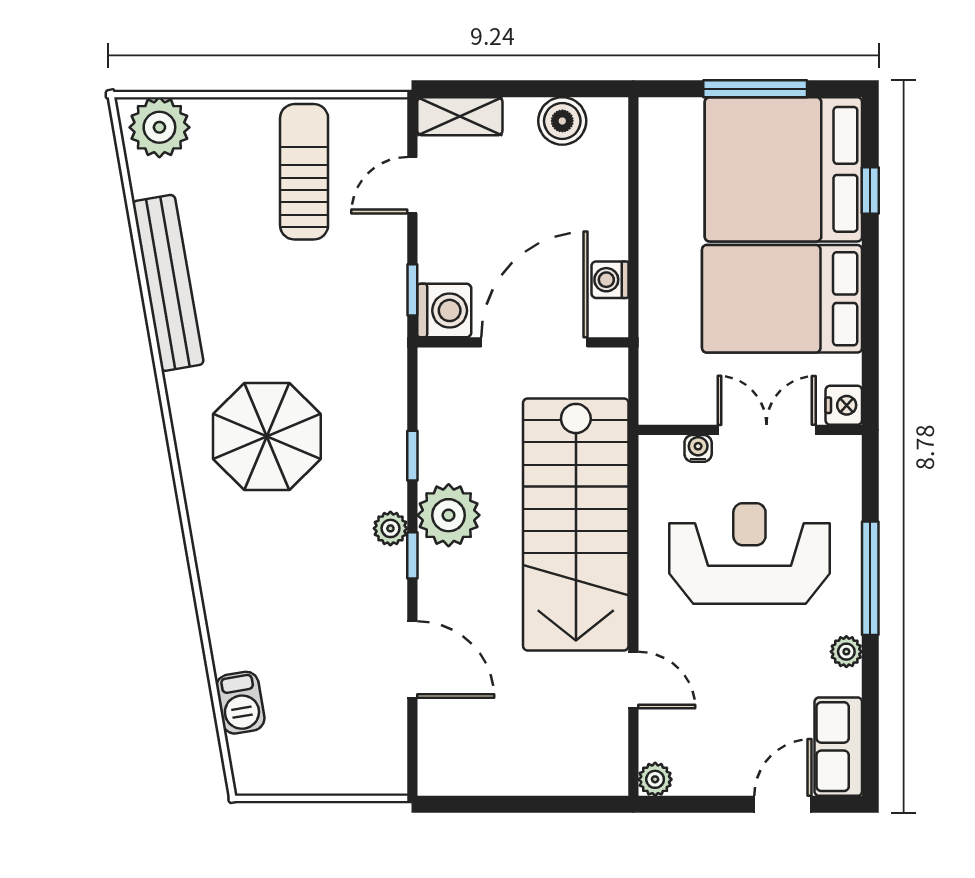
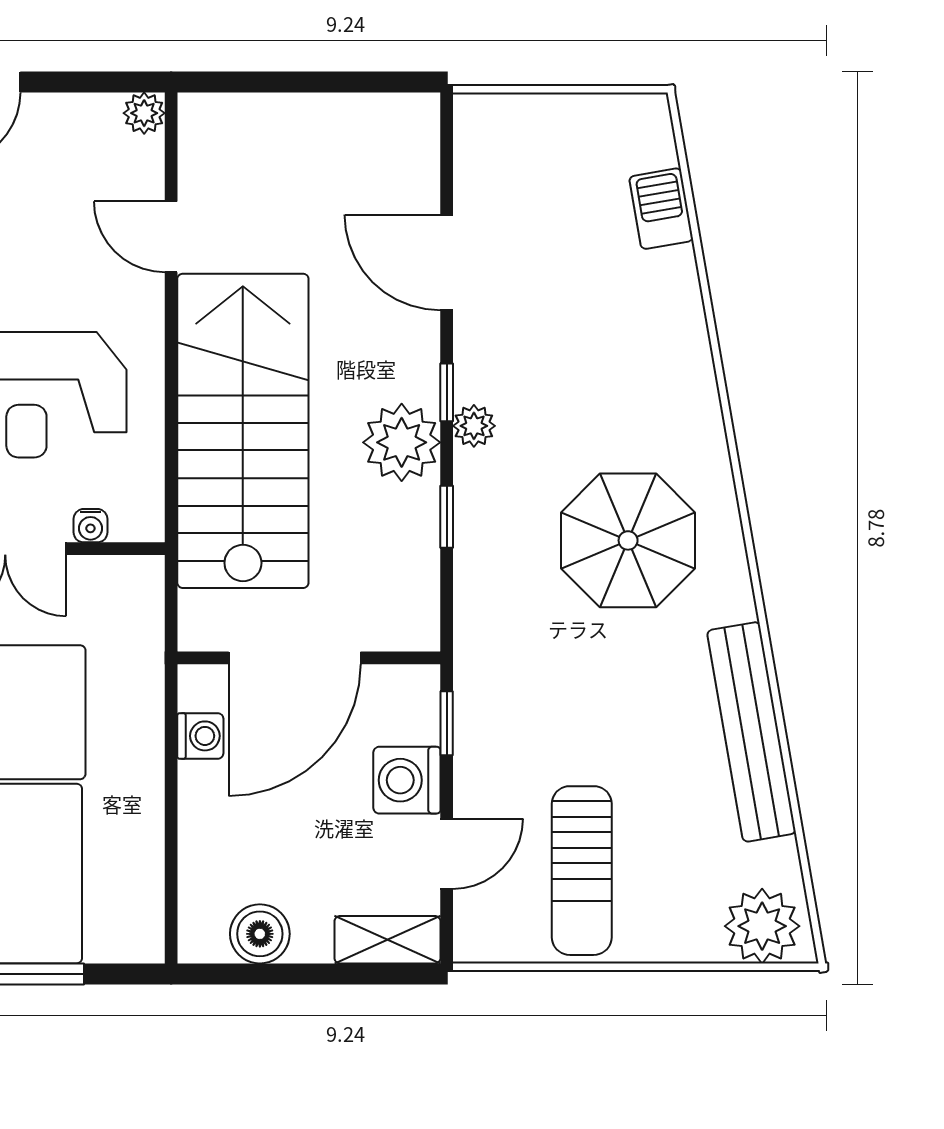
washing machine: (444, 310) -> (407, 780), moved

